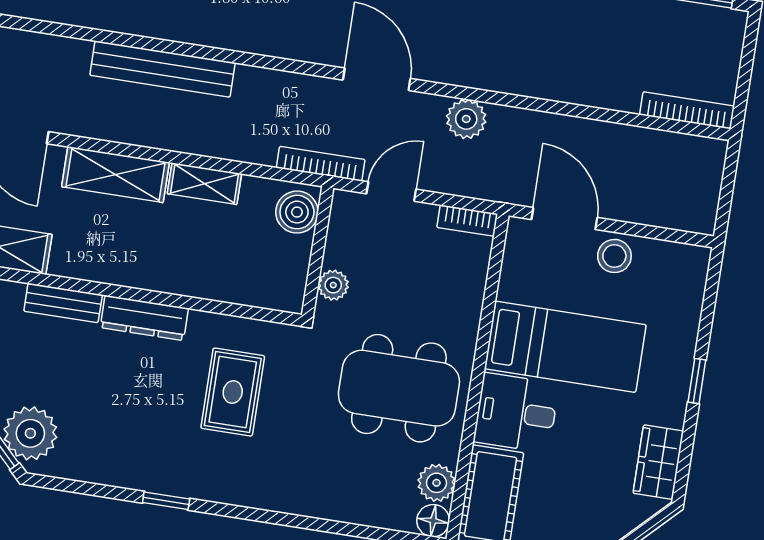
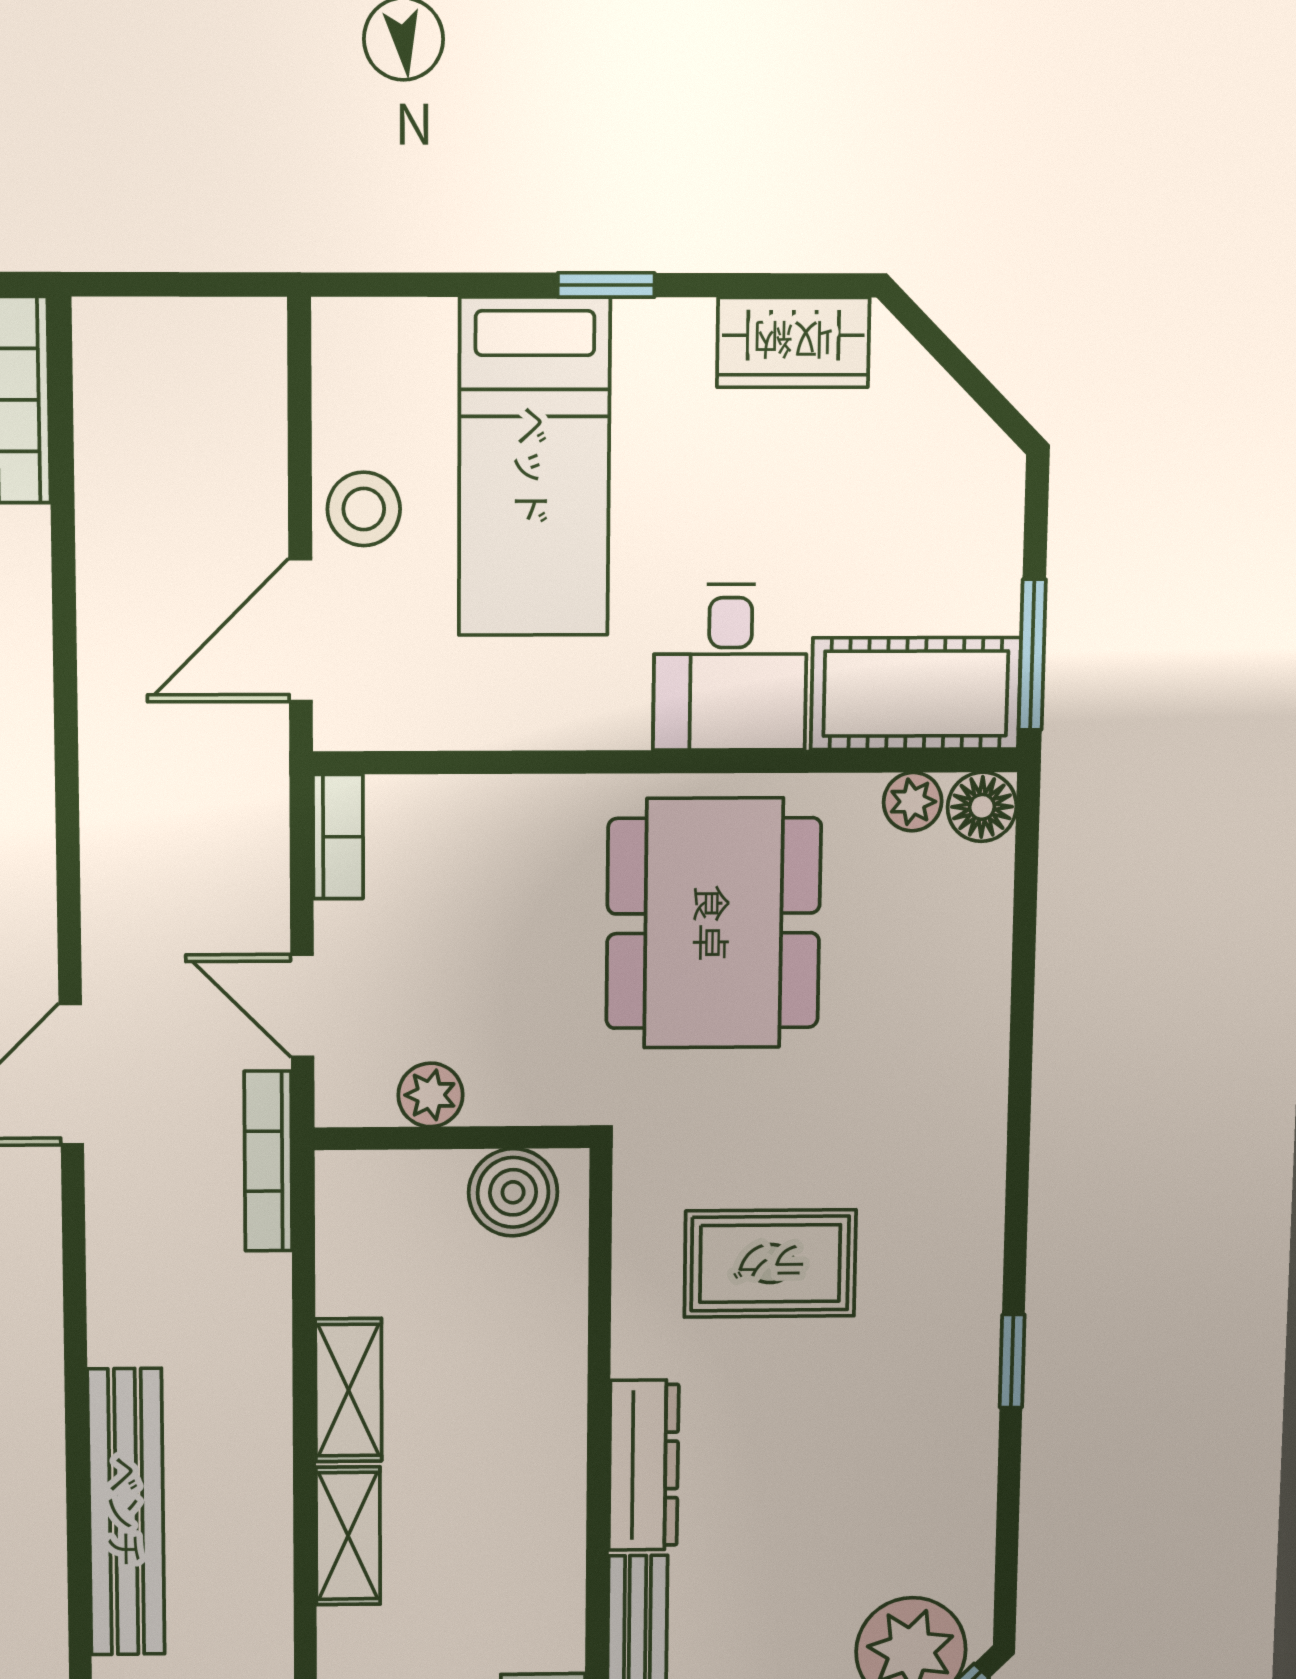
plant: (466, 119) -> (123, 873), removed
shelving: (115, 175) -> (348, 1536), width x0.67, depth x0.75
boiler: (297, 212) -> (513, 1192), moved
plant: (333, 285) -> (431, 1095), moved
bed: (565, 347) -> (534, 467), moved, turned 180
plant: (436, 483) -> (913, 802), width x0.73, depth x0.73

